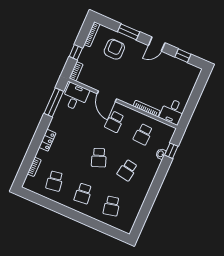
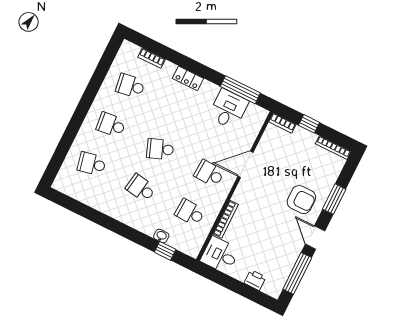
armchair: (114, 49) -> (301, 200), moved
window: (183, 56) -> (297, 273), width x2.17
printer: (189, 86) -> (255, 280), added
desk: (75, 97) -> (228, 109), moved, turned -90

